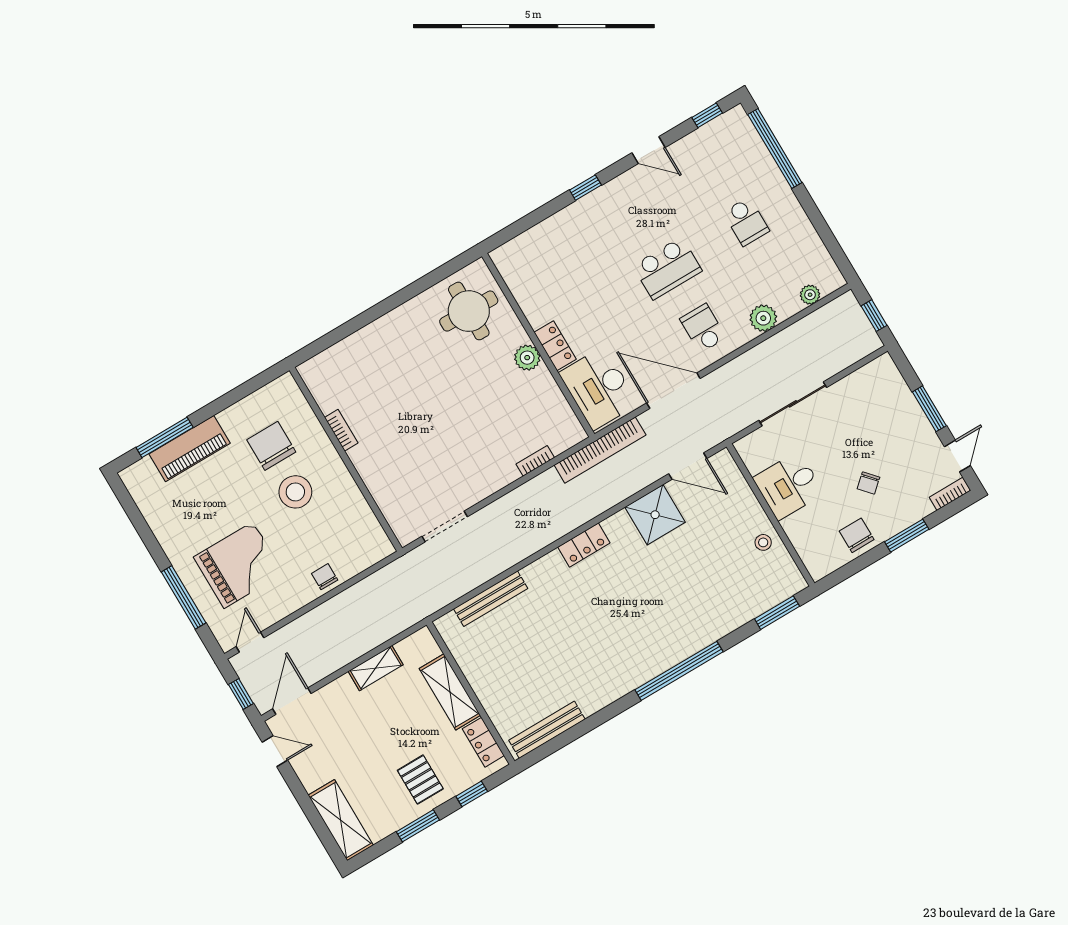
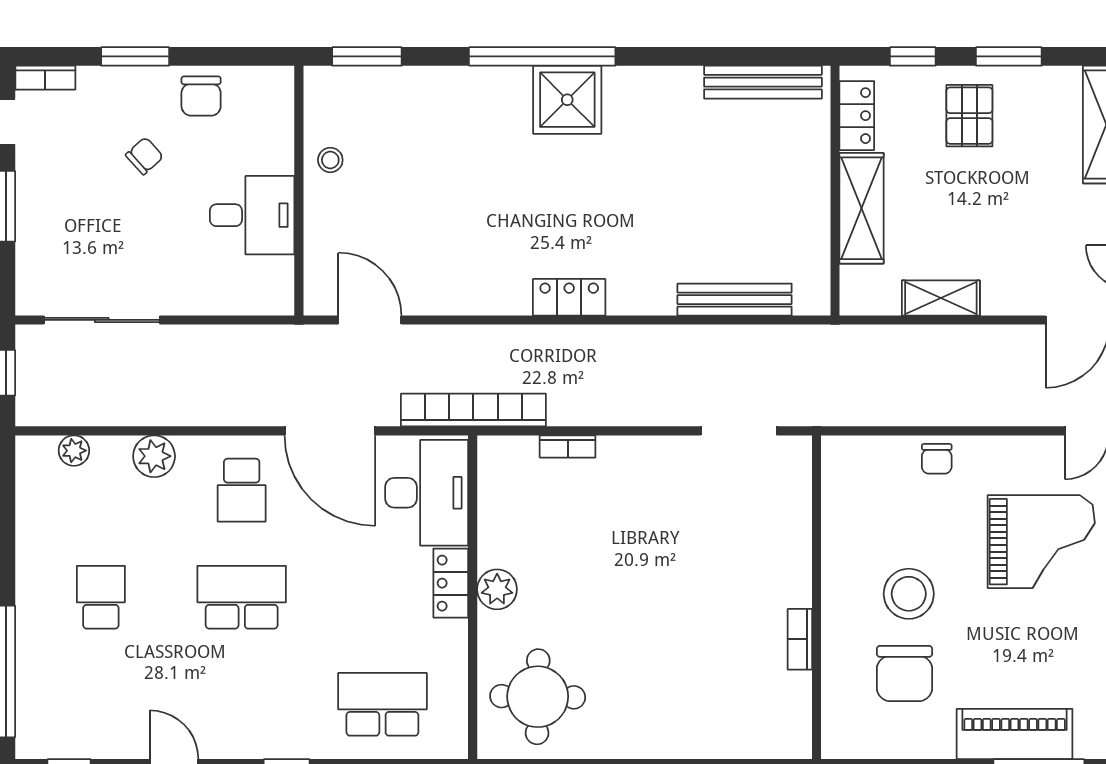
school desk: (553, 255) -> (382, 704), added
sliding door: (793, 404) -> (102, 320), moved
shower: (655, 515) -> (567, 100), moved
grand piano: (239, 565) -> (1041, 542), turned 180

